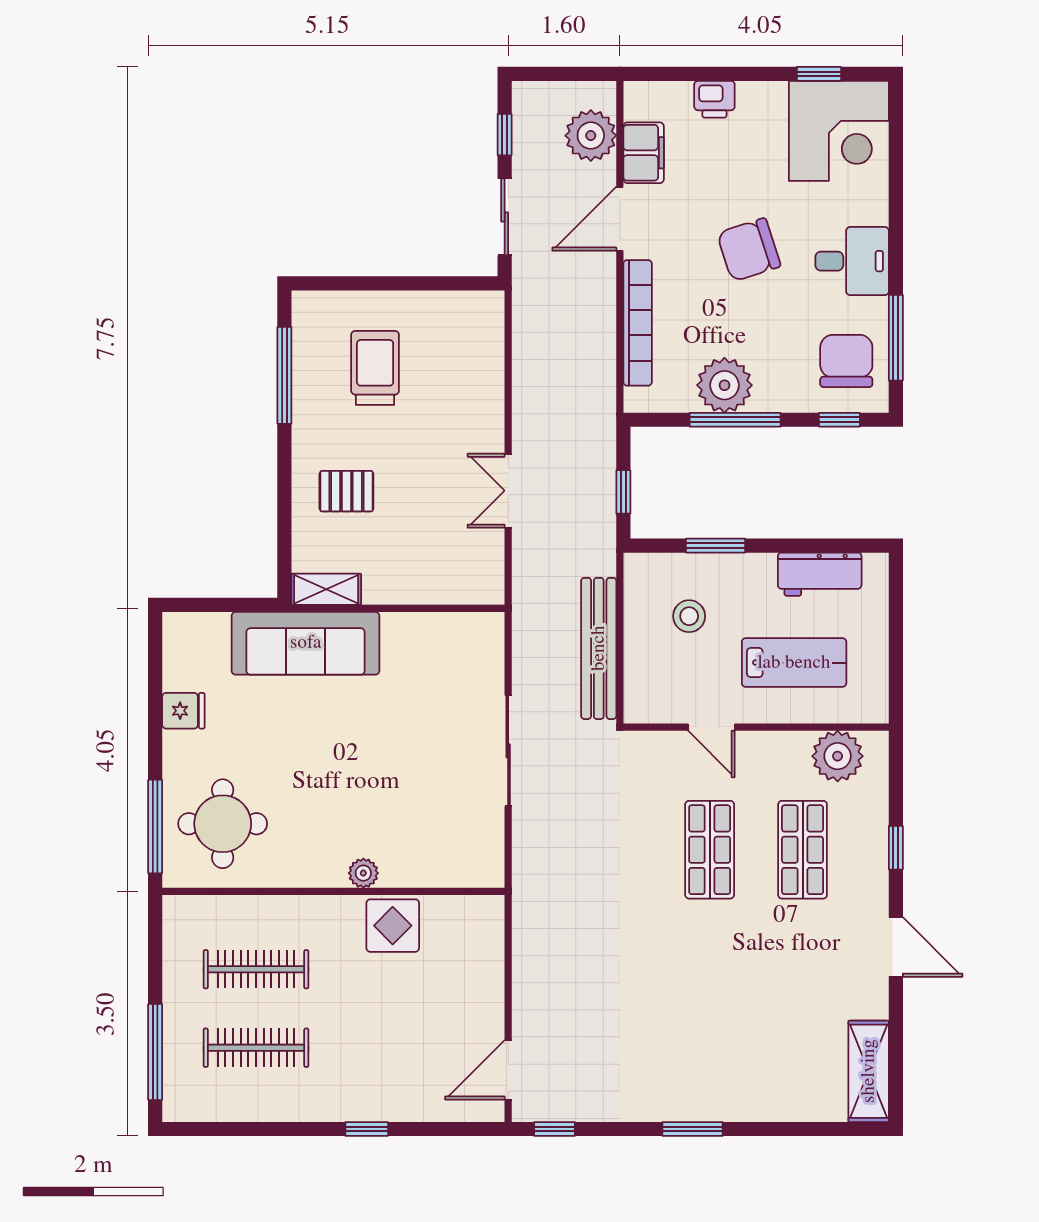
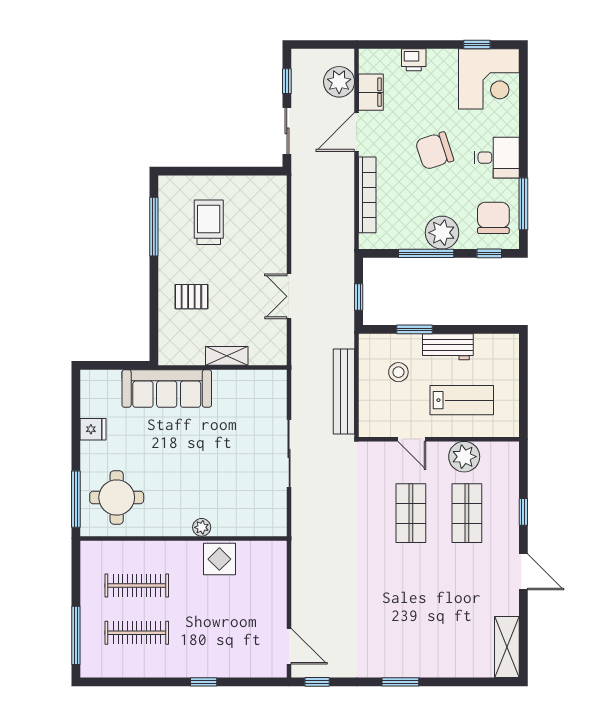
plant: (724, 385) -> (442, 233), moved
workbench: (820, 574) -> (448, 347), moved
shelving: (326, 589) -> (227, 356), moved
plant: (838, 756) -> (464, 457), moved
door: (508, 1070) -> (289, 646), swing flipped

